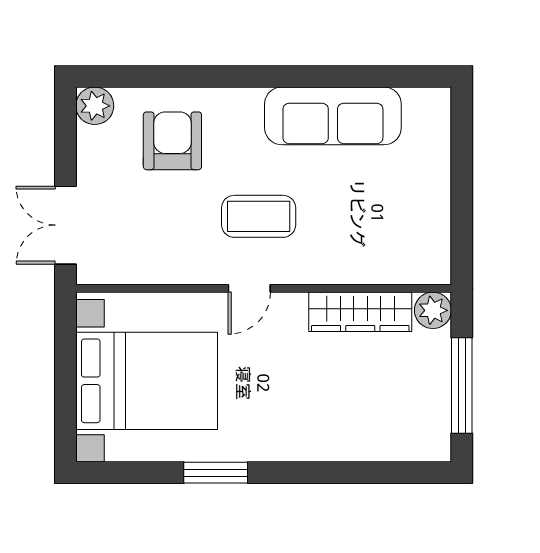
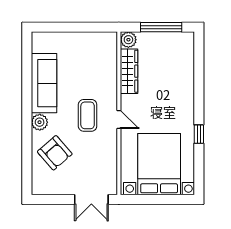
plant: (95, 106) -> (40, 122), moved
armchair: (172, 141) -> (55, 153), turned -131
window: (216, 473) -> (199, 134), width x0.67

